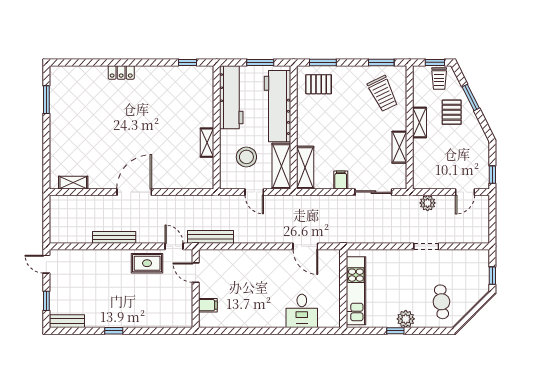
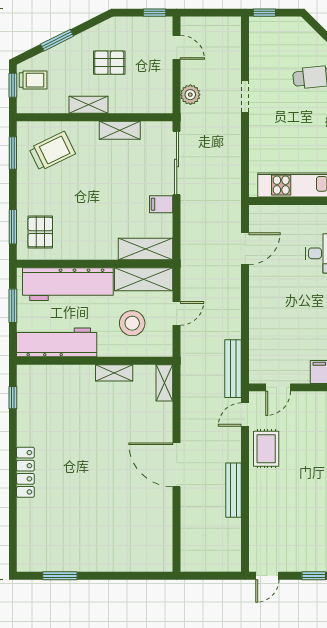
locker: (121, 72) -> (25, 472), width x1.53
pallet: (452, 112) -> (109, 63), moved
shelving: (73, 183) -> (164, 383), moved
sliding door: (373, 192) -> (177, 163), width x1.37
window: (492, 276) -> (264, 13), moved

